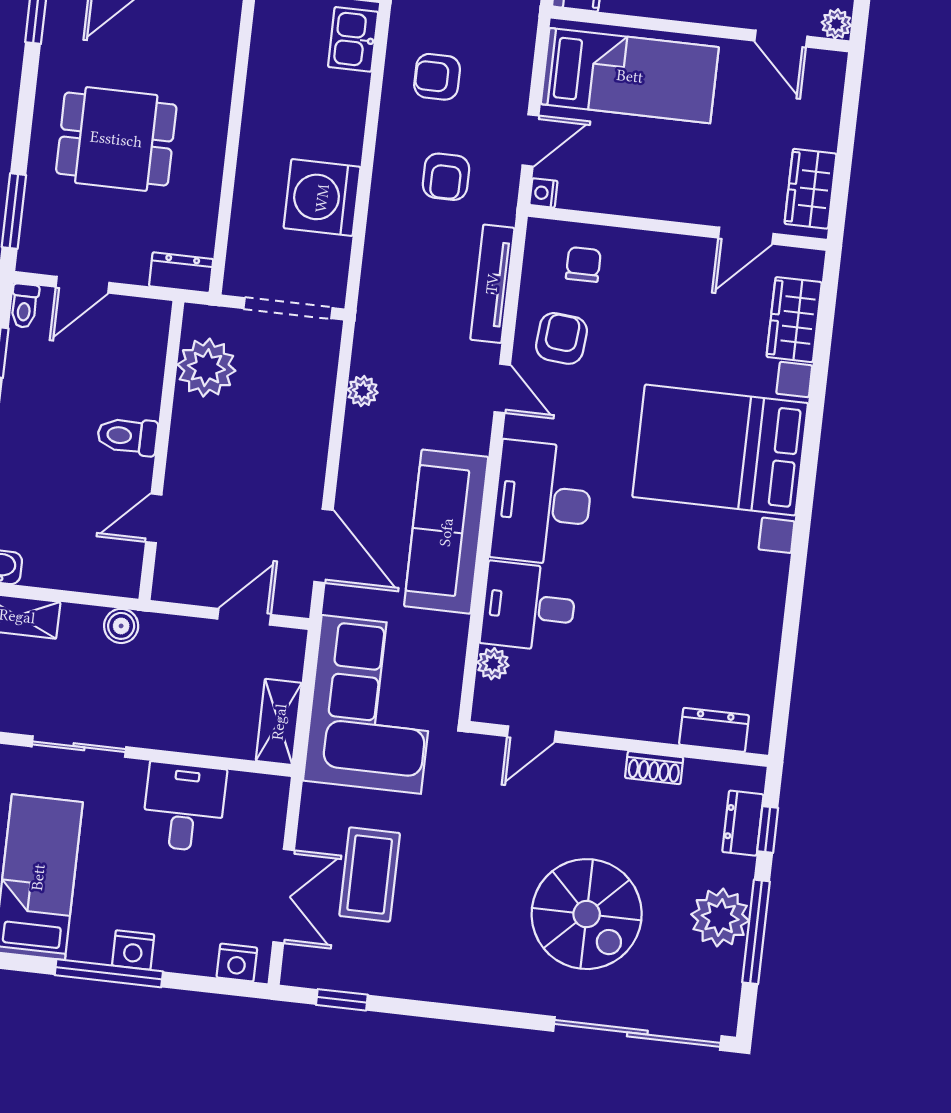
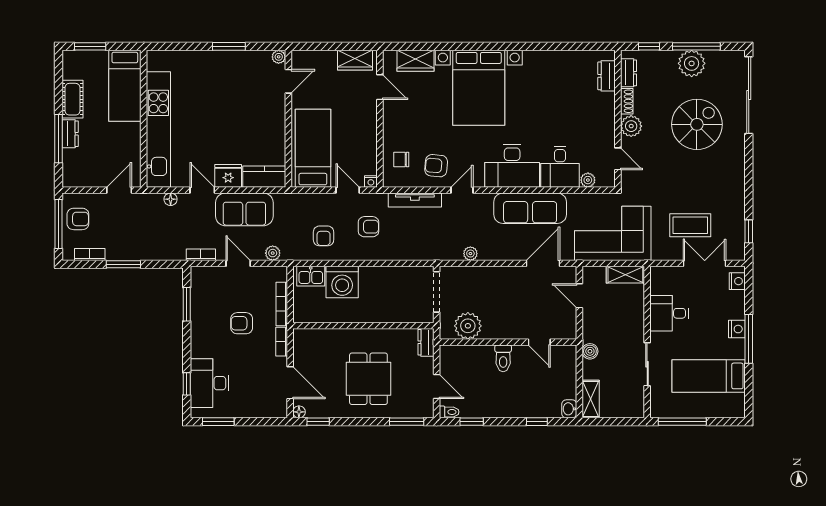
washing machine: (322, 198) -> (342, 282), moved
plant: (599, 771) -> (631, 126), added
dresser: (743, 823) -> (629, 73), moved, turned -90

